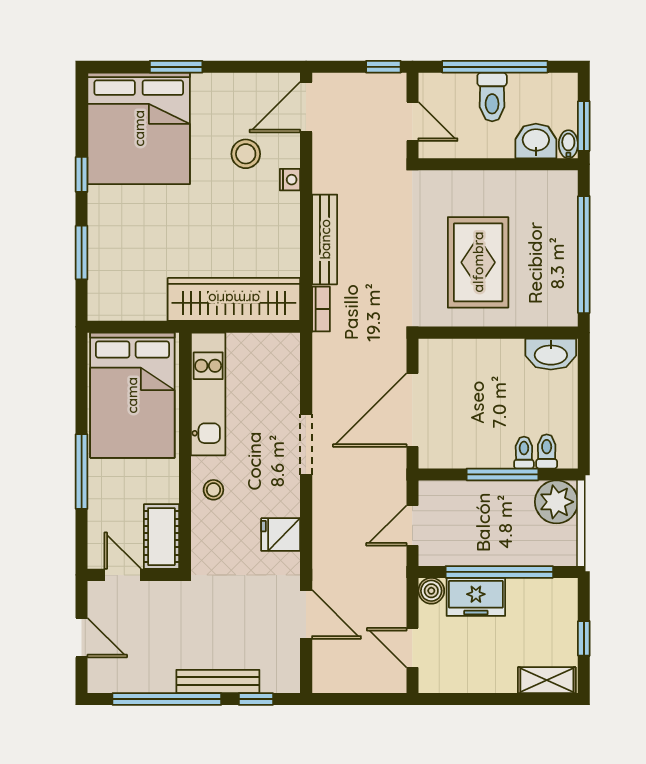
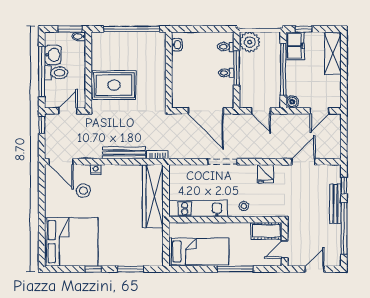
window: (176, 67) -> (42, 224), removed
washbasin: (536, 141) -> (53, 55), moved, turned 180
rug: (478, 262) -> (114, 85), moved
washbasin: (551, 354) -> (177, 45), width x0.52, depth x0.69
bed: (132, 395) -> (199, 251), width x0.67
toilet: (524, 453) -> (226, 73), moved
freezer: (476, 597) -> (295, 46), moved
window: (584, 638) -> (304, 29), moved
shelving: (547, 680) -> (333, 54), width x1.50, depth x1.33

